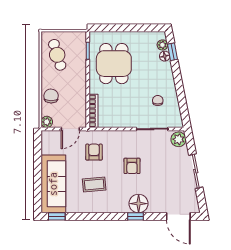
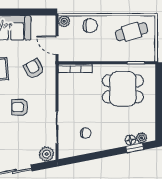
armchair: (94, 152) -> (34, 69), turned -119

